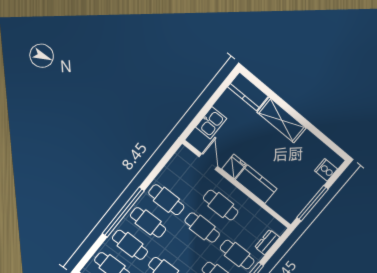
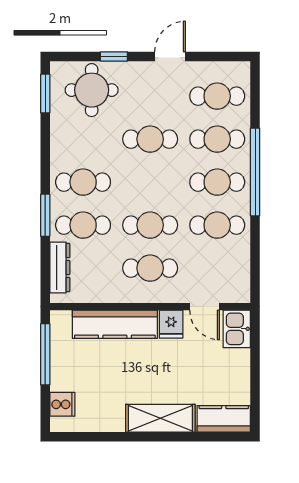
kitchen sink: (211, 123) -> (237, 329), moved
kitchen counter: (256, 184) -> (115, 324), width x1.50
dresser: (267, 242) -> (60, 267), width x1.44

